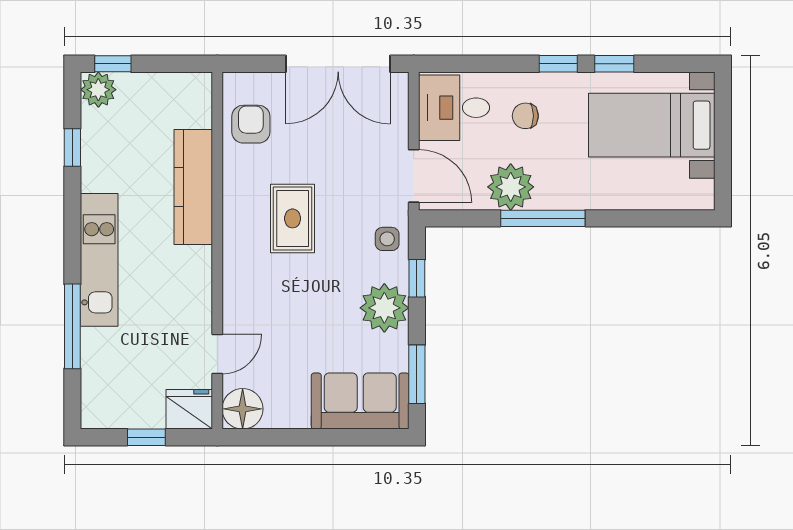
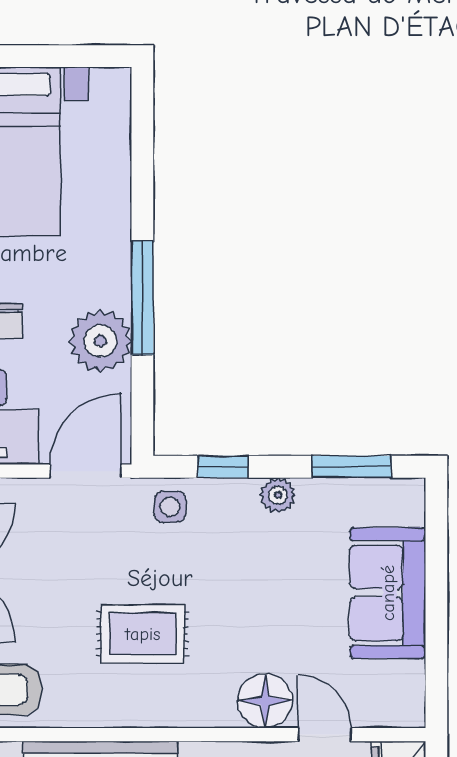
plant: (384, 308) -> (278, 495), width x0.53, depth x0.53
sofa: (360, 401) -> (388, 593), moved
floor lamp: (243, 409) -> (265, 701), moved

